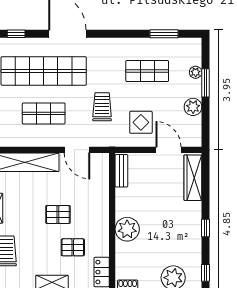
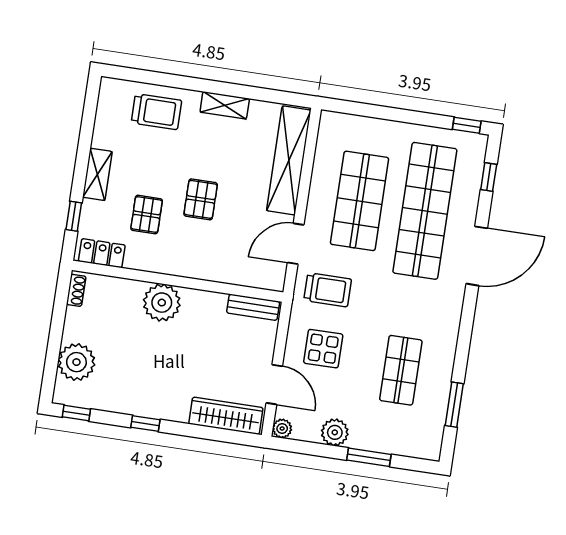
plant: (196, 72) -> (282, 429), moved
trolley: (102, 107) -> (328, 290), moved
shop shelf: (44, 113) -> (360, 201), width x1.43, depth x1.36
door: (168, 150) -> (274, 384), hinge flipped

